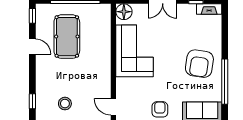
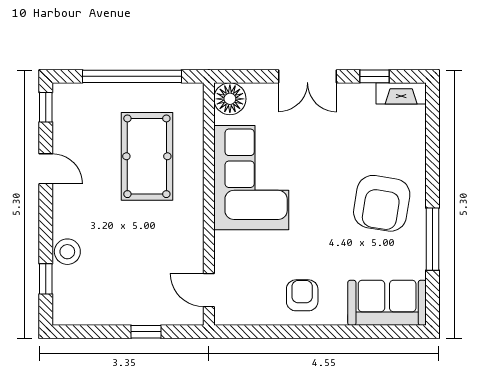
pool table: (67, 37) -> (147, 156), moved
window: (225, 82) -> (433, 239), width x0.68
stool: (65, 104) -> (67, 252), moved

